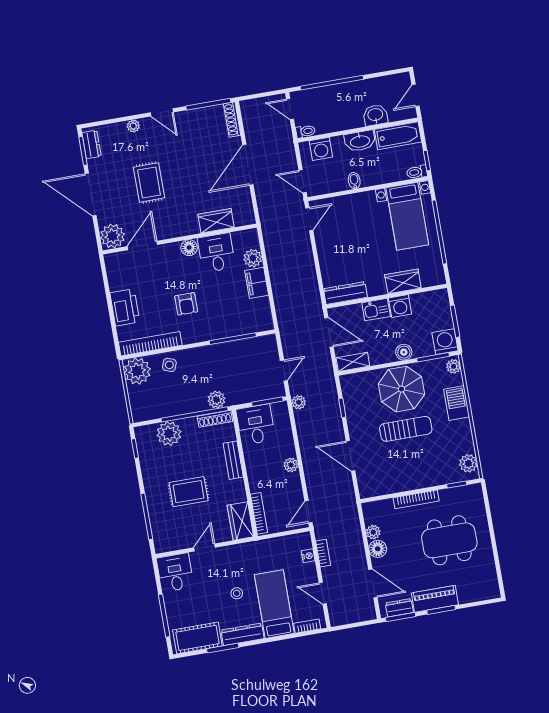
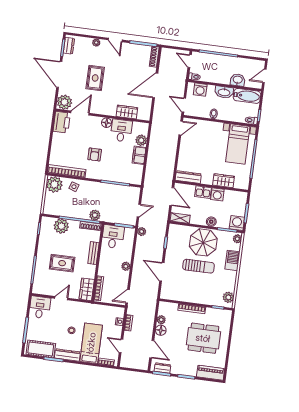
printer: (125, 307) -> (62, 122), moved
piano: (435, 599) -> (211, 373), moved

